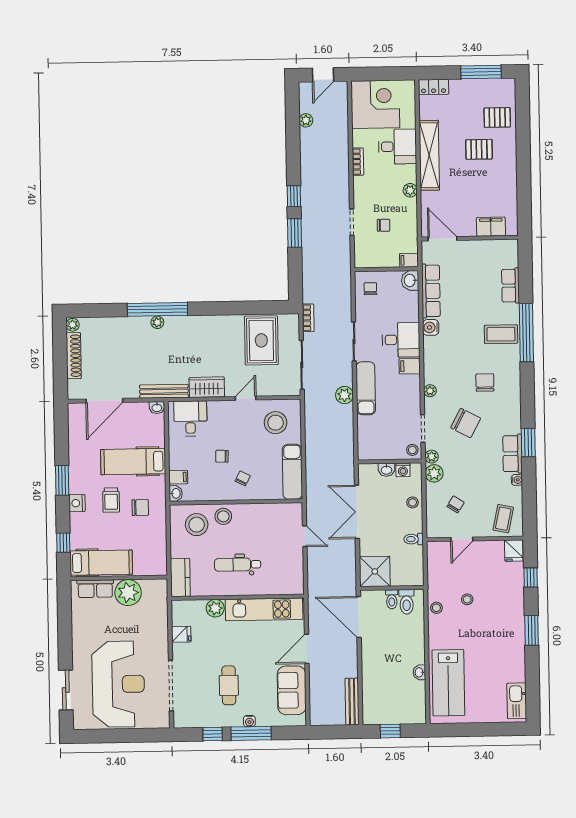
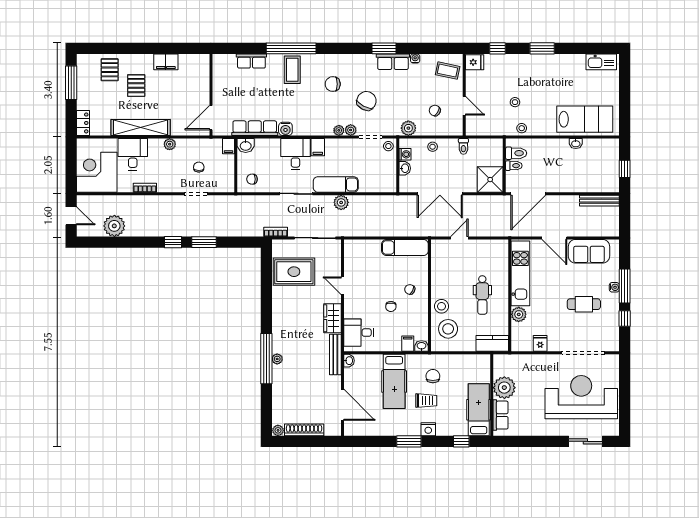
plant: (306, 120) -> (114, 226), width x1.87, depth x1.87
filing cabinet: (491, 227) -> (166, 62), moved, turned -90
stool: (276, 423) -> (363, 261), removed
plant: (432, 457) -> (351, 130), moved

